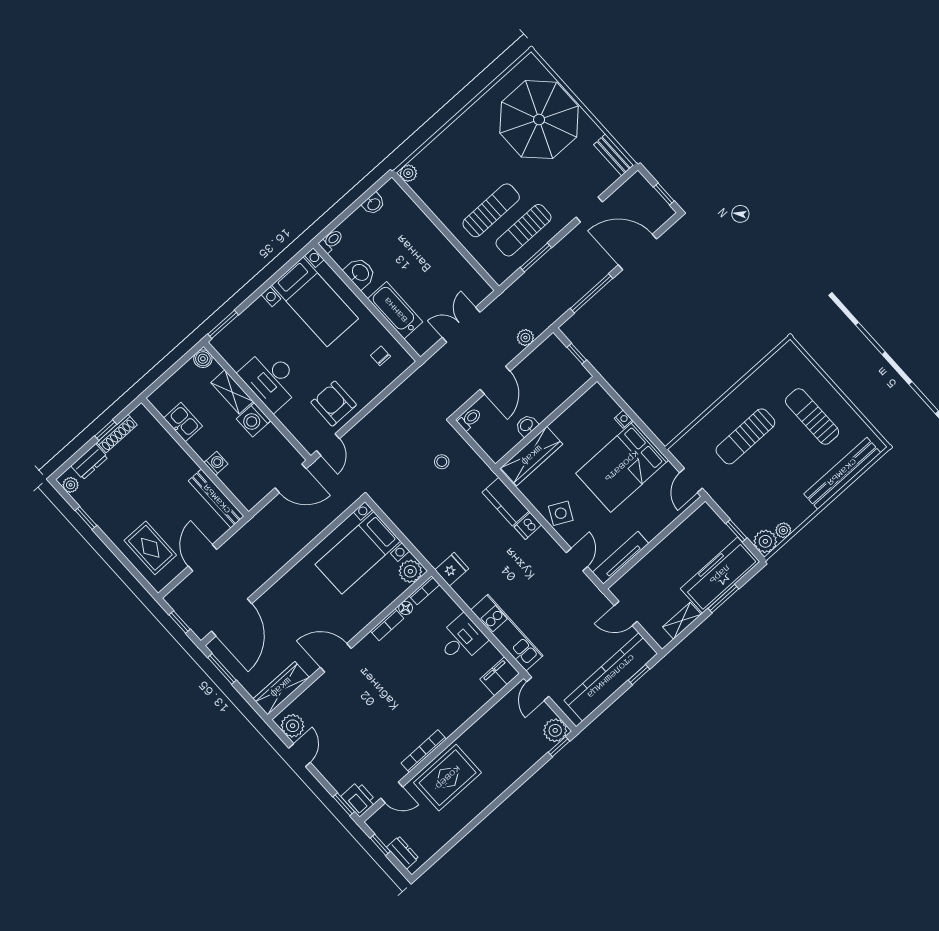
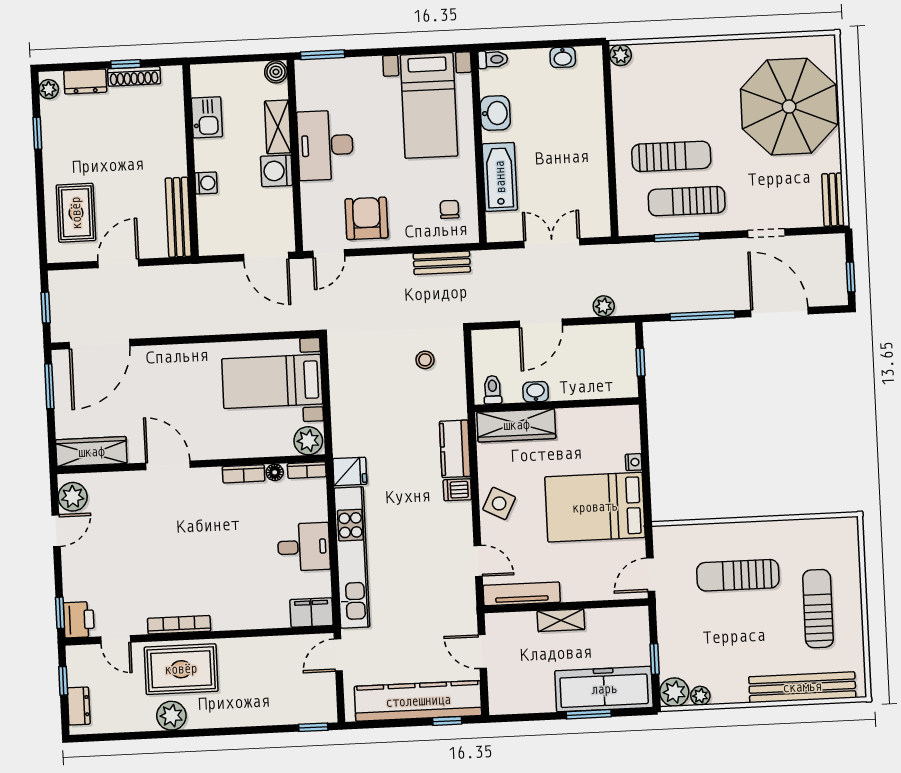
bench: (403, 393) -> (442, 263), added
toilet: (470, 419) -> (493, 390), moved, turned -90
door: (577, 560) -> (478, 561), hinge flipped
shelving: (682, 621) -> (561, 620), moved
kitchen unit: (507, 633) -> (352, 557), width x1.36
plant: (555, 730) -> (171, 716), moved

